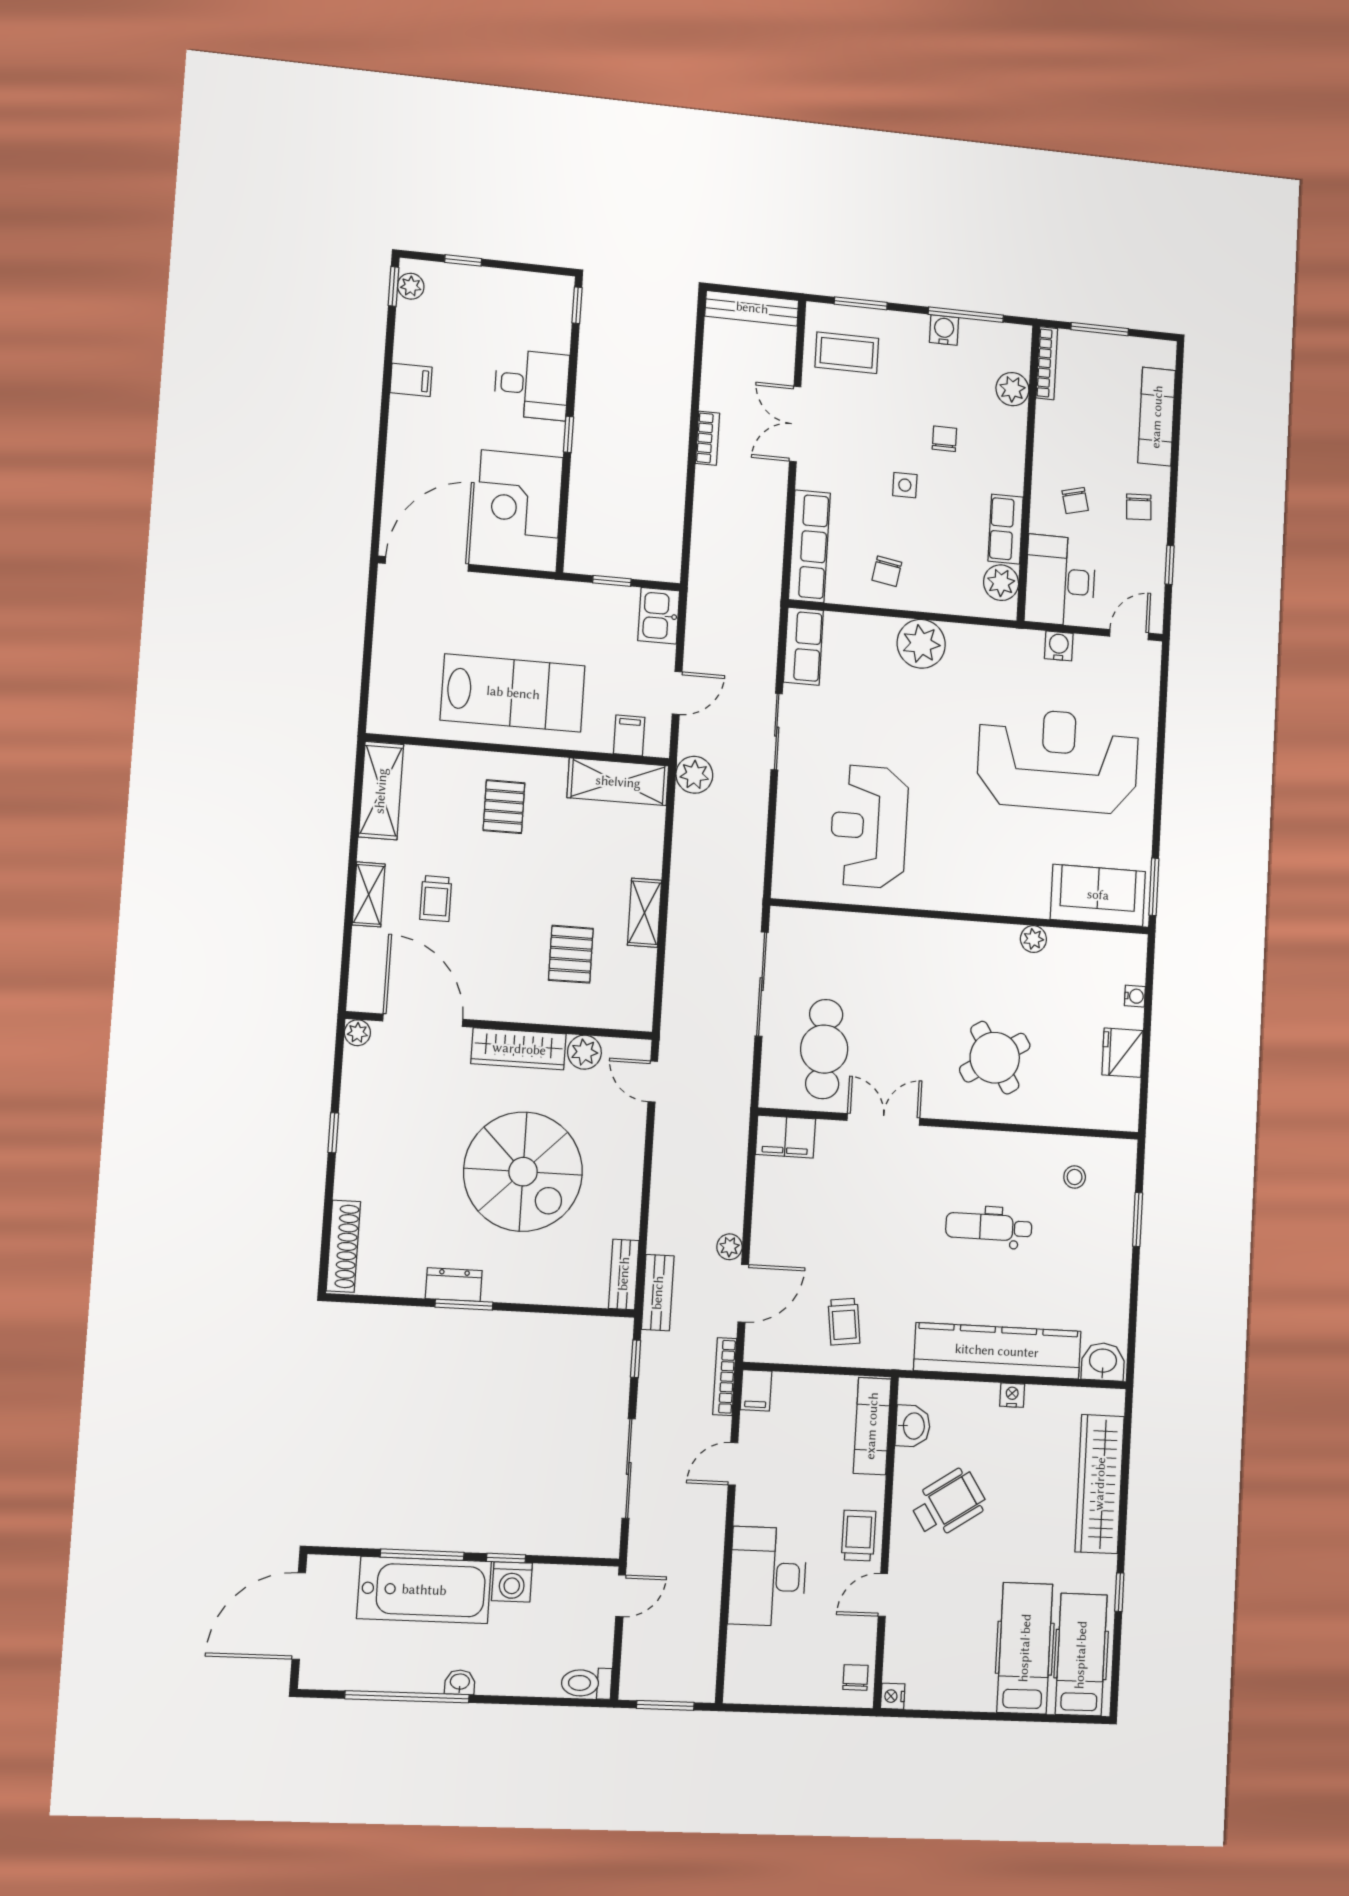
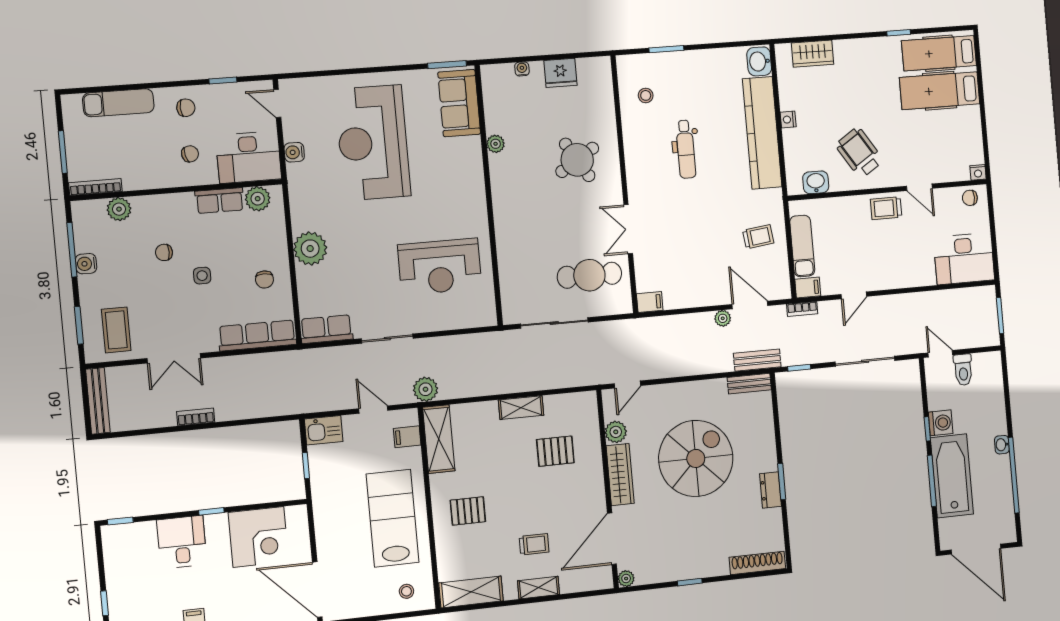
chair: (887, 571) -> (265, 279), turned 80
stool: (400, 694) -> (406, 591), added
filing cabinet: (785, 1137) -> (650, 302), width x0.50
bookcase: (725, 1377) -> (802, 309), width x0.64
exam couch: (872, 1426) -> (802, 246), moved, turned -90
door: (733, 1464) -> (854, 295), hinge flipped
wardrobe: (1100, 1484) -> (813, 54), width x0.48, depth x0.85
desk: (768, 1576) -> (964, 259), moved
toilet: (586, 1683) -> (963, 370), moved

